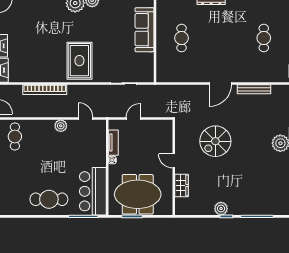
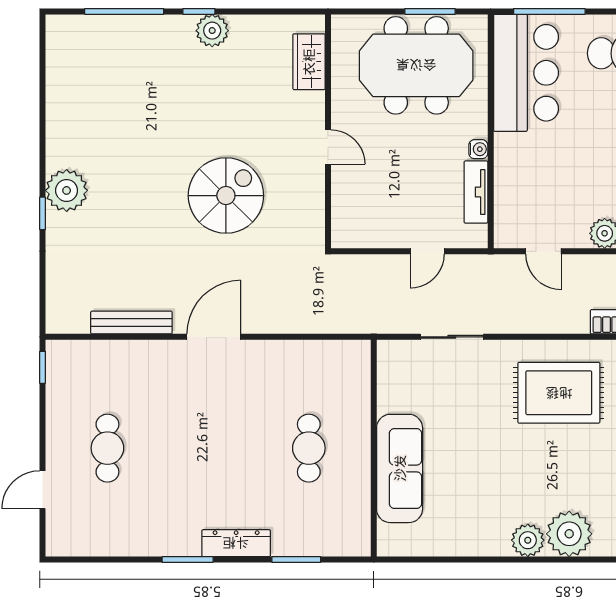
rug: (79, 61) -> (559, 393), turned 90
wardrobe: (181, 185) -> (309, 62), moved

